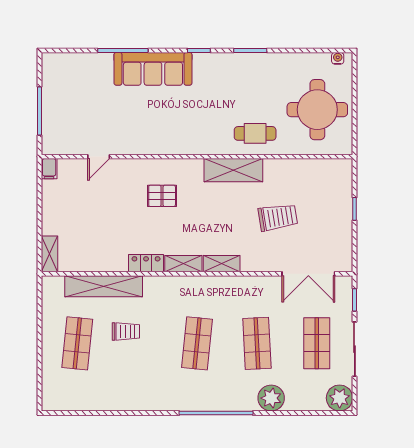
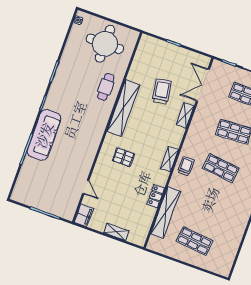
filing cabinet: (49, 169) -> (84, 215), width x2.00
shelving: (233, 170) -> (123, 108), width x1.47
pallet: (162, 196) -> (123, 157), turned 90
shelving: (49, 254) -> (116, 232), moved
locker: (146, 263) -> (156, 196), moved
shelving: (222, 264) -> (185, 115), moved
double door: (308, 274) -> (203, 85), swing flipped
trolley: (126, 331) -> (186, 166), moved

